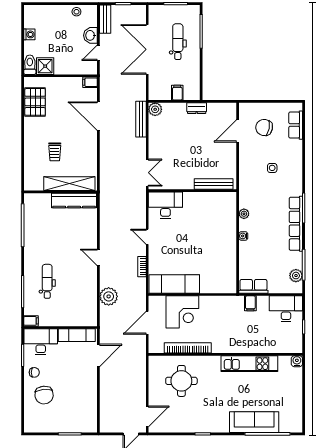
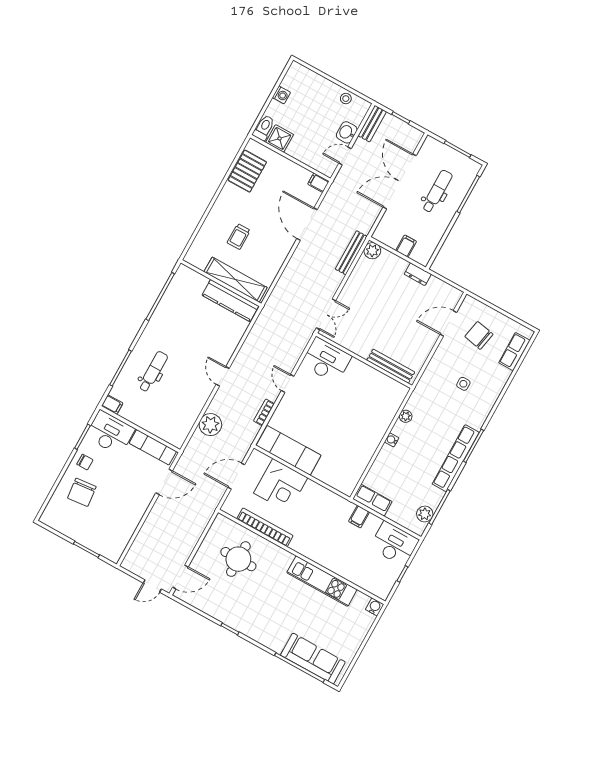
sofa: (254, 422) -> (313, 659), moved

